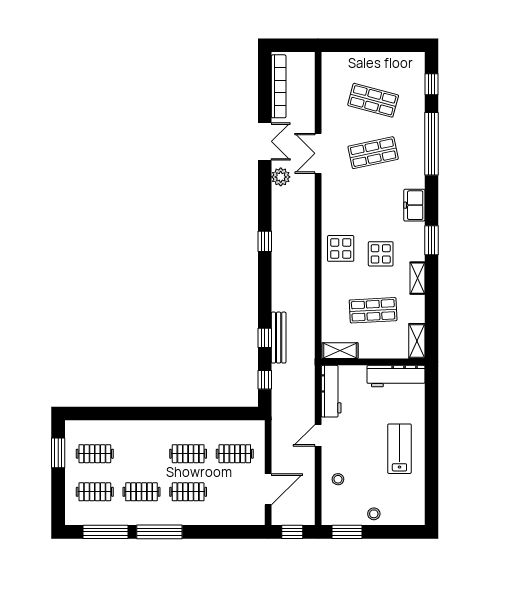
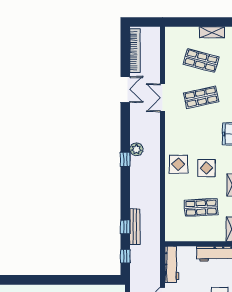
plant: (281, 177) -> (136, 149), moved
shelving: (340, 351) -> (212, 32), moved

